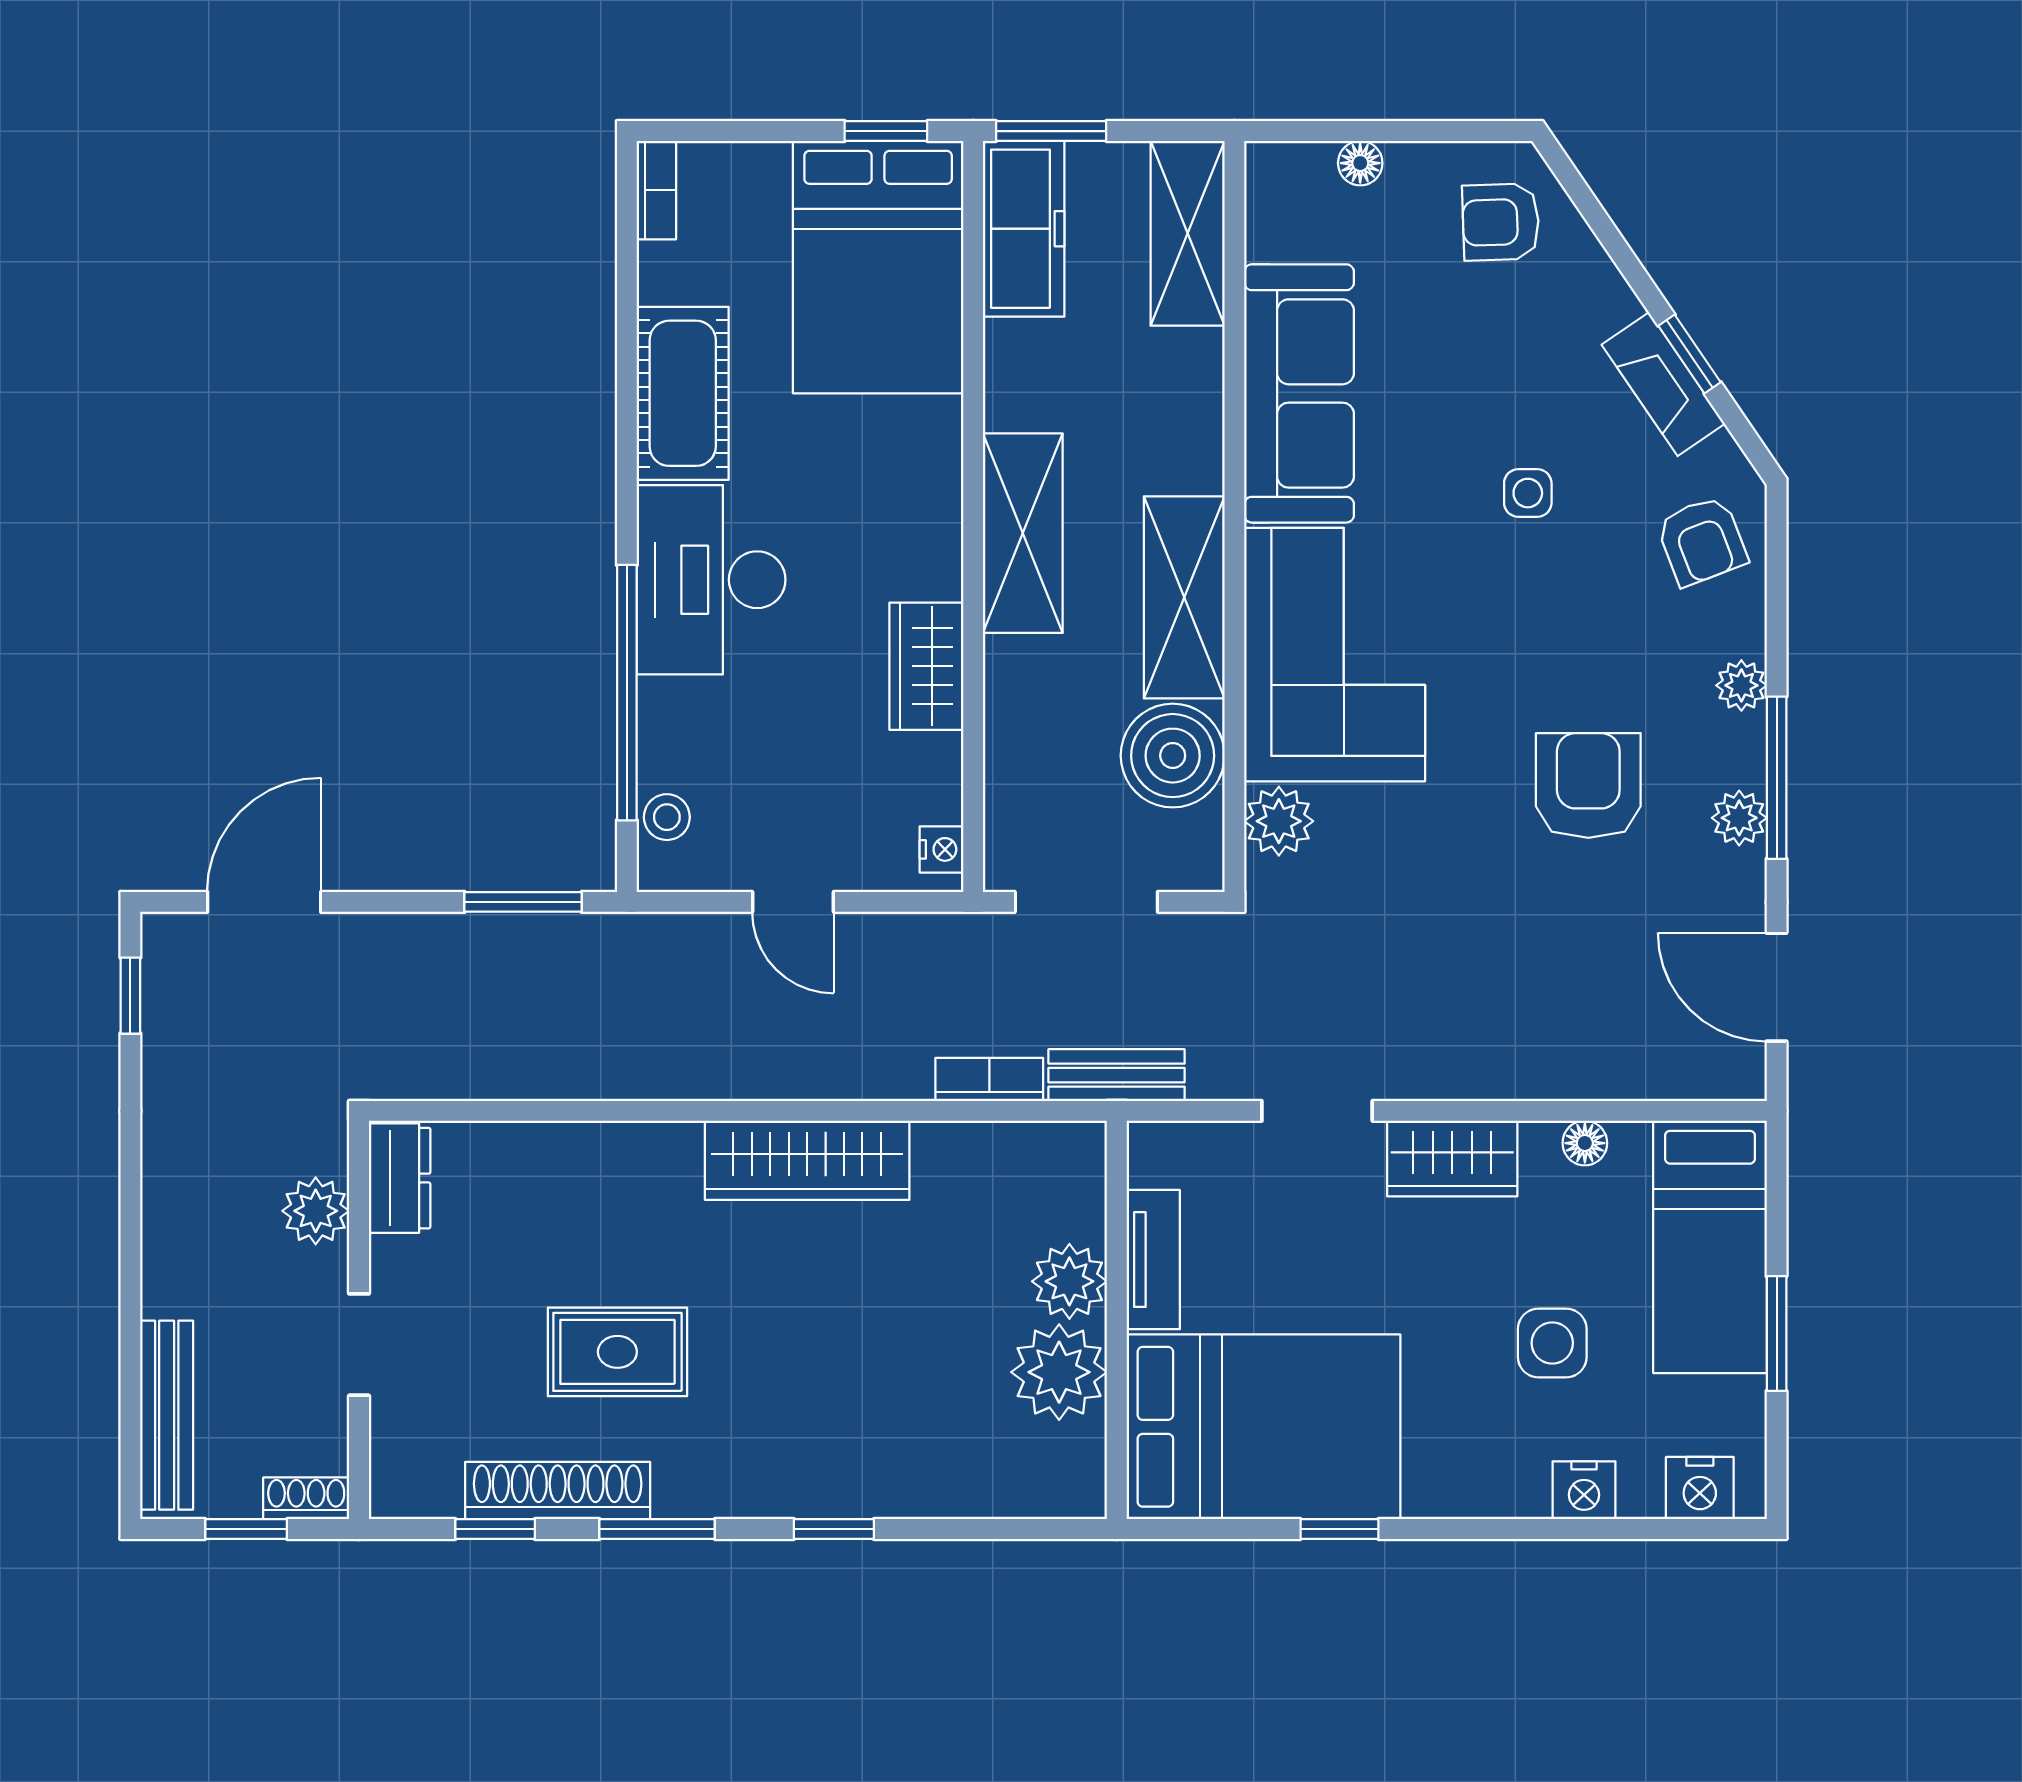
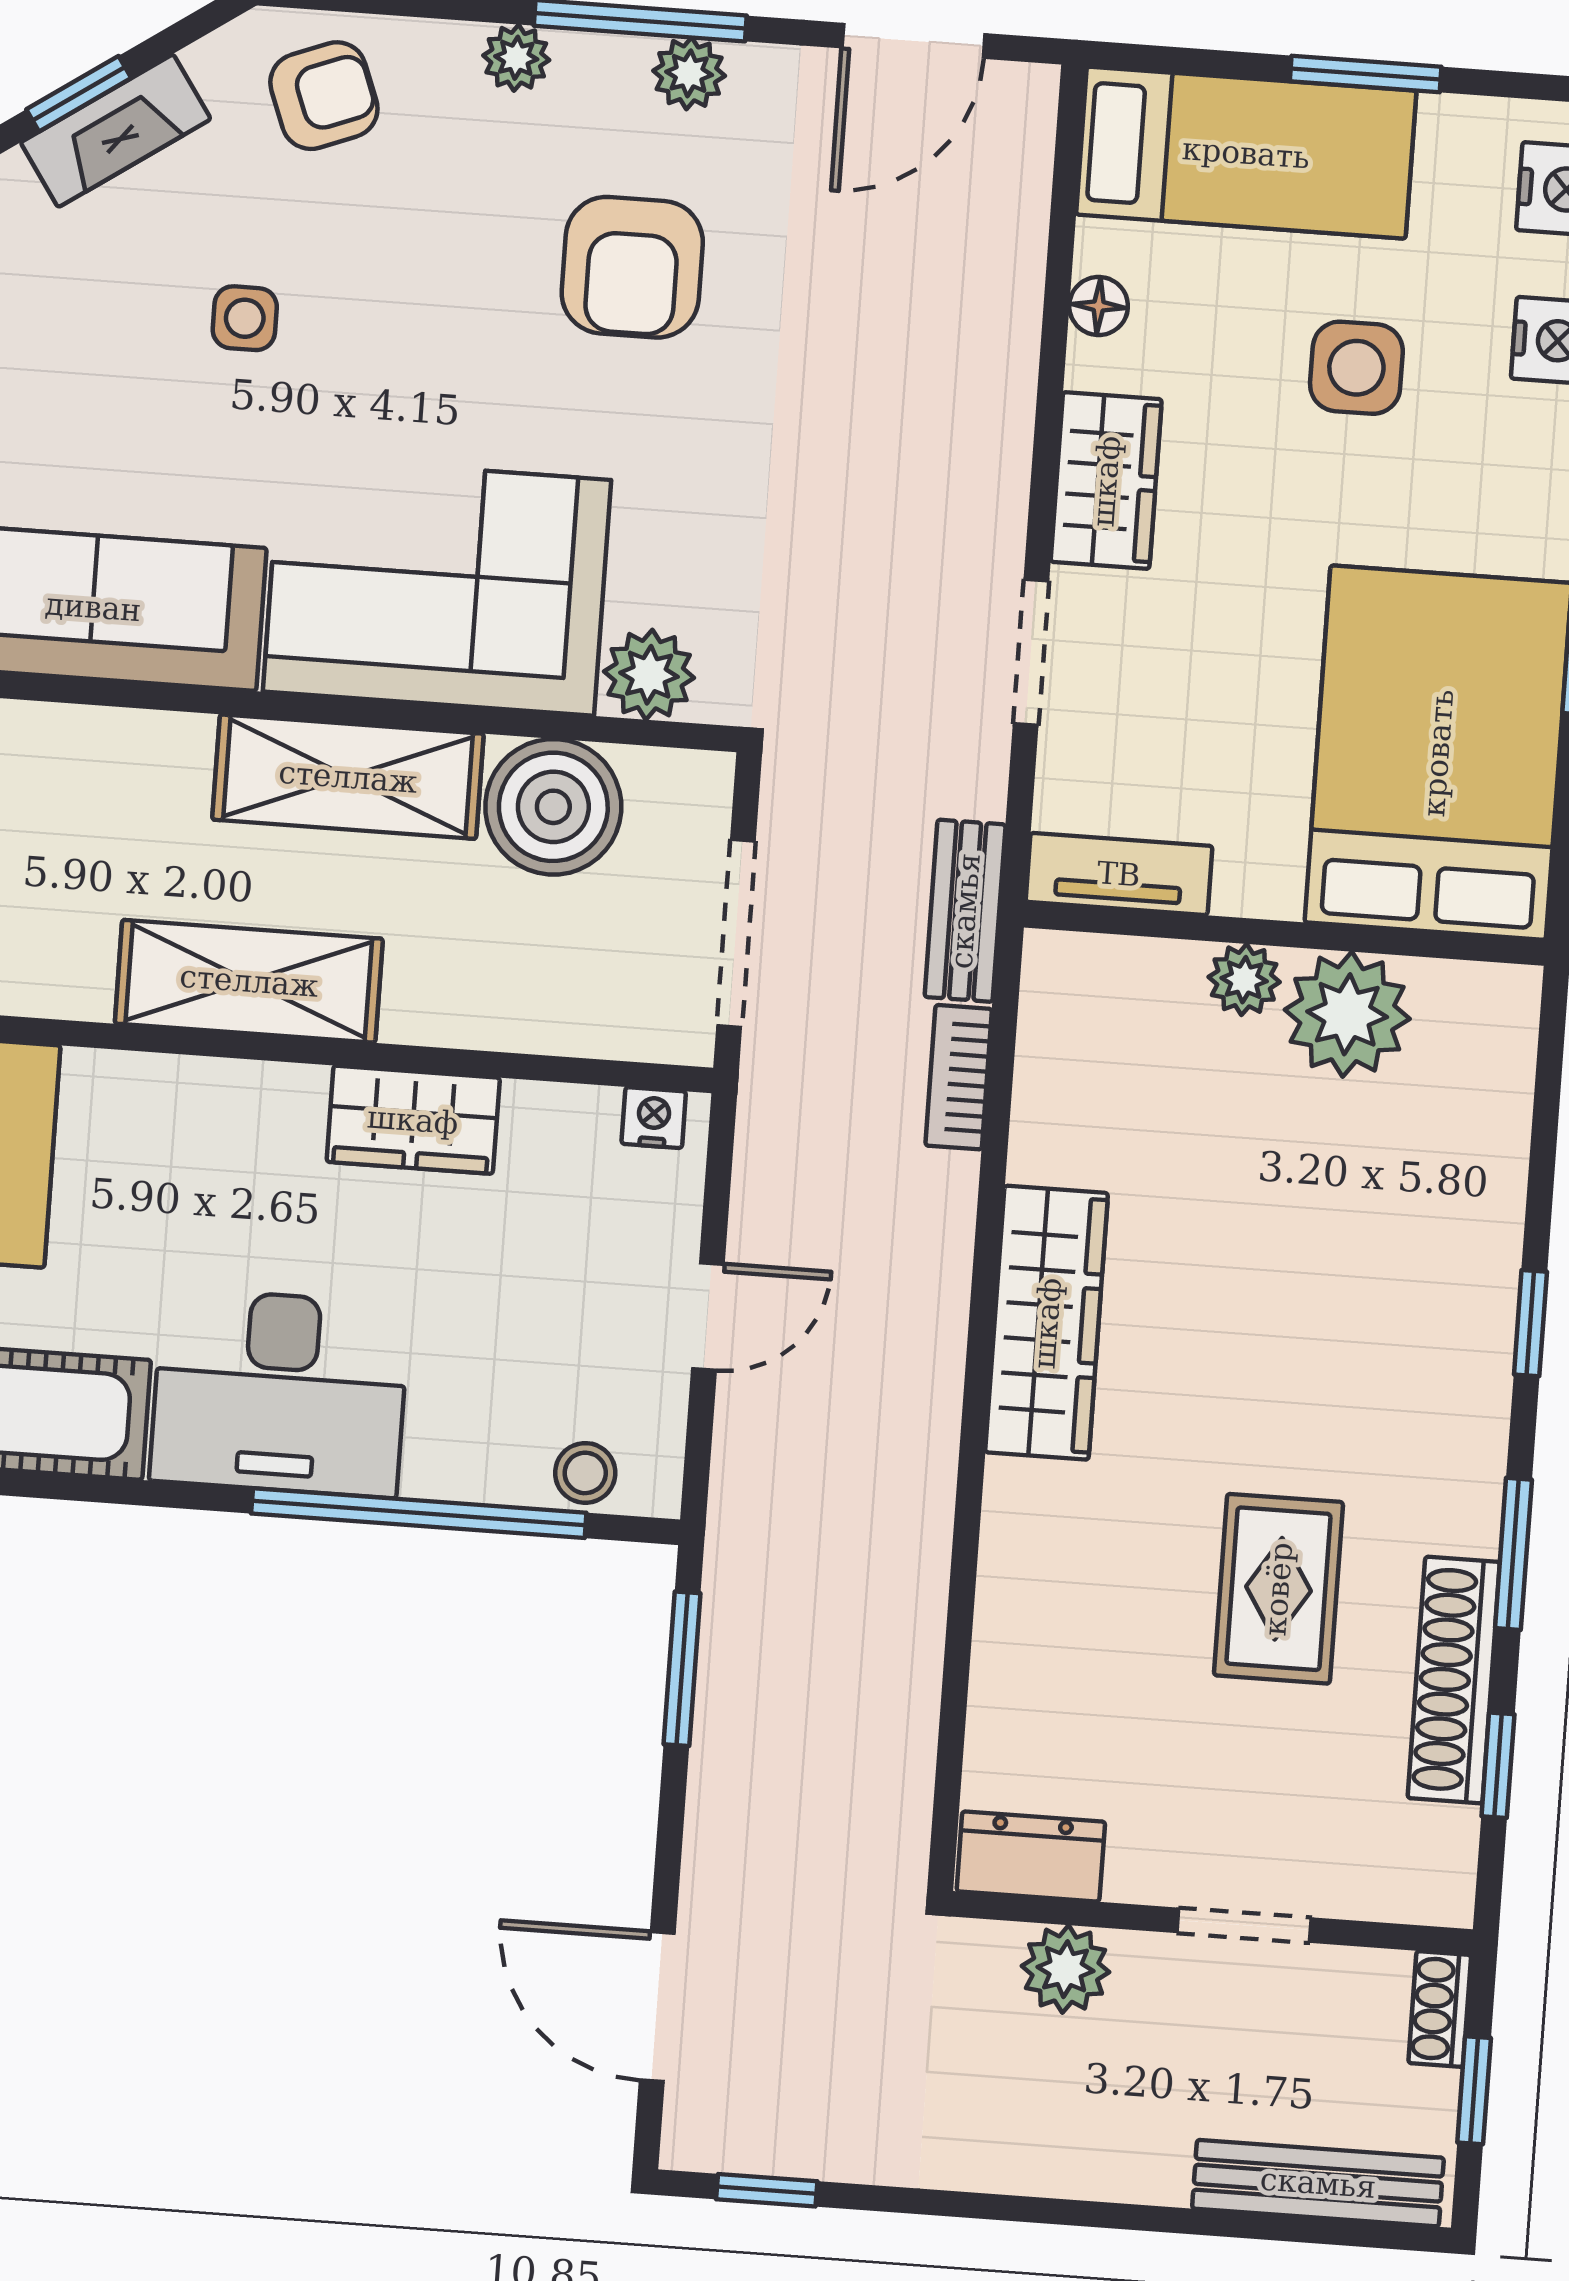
armchair: (1588, 785) -> (632, 267), turned -90
tv unit: (1153, 1260) -> (1119, 874), moved
plant: (1069, 1281) -> (1244, 980), width x0.73, depth x0.73

